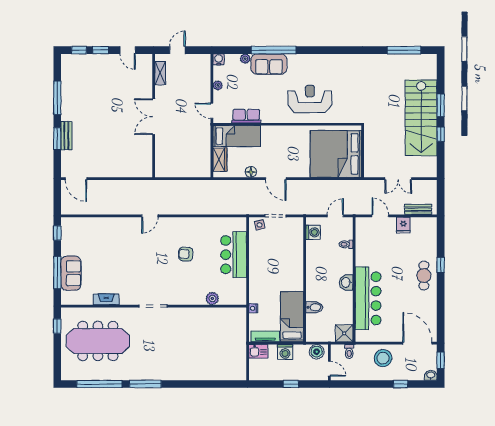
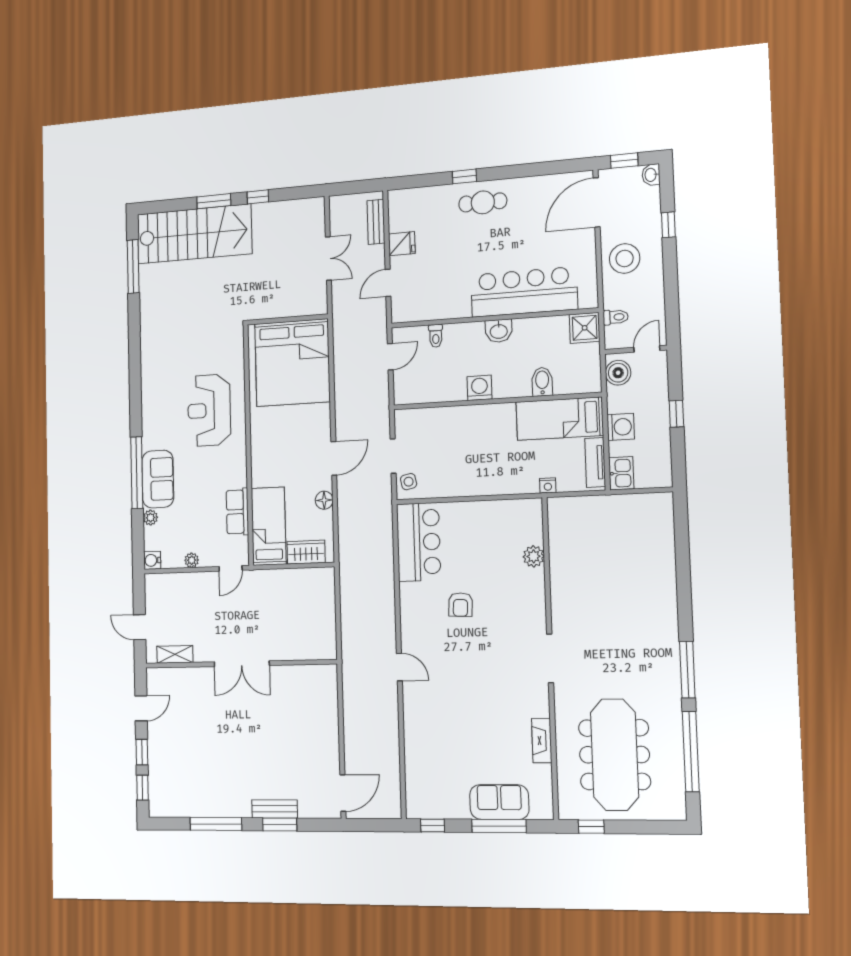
stairs: (421, 118) -> (194, 234), moved
door: (335, 216) -> (390, 357), swing flipped
washing machine: (313, 232) -> (479, 388), moved
bar counter: (234, 255) -> (419, 542), moved, turned -90

